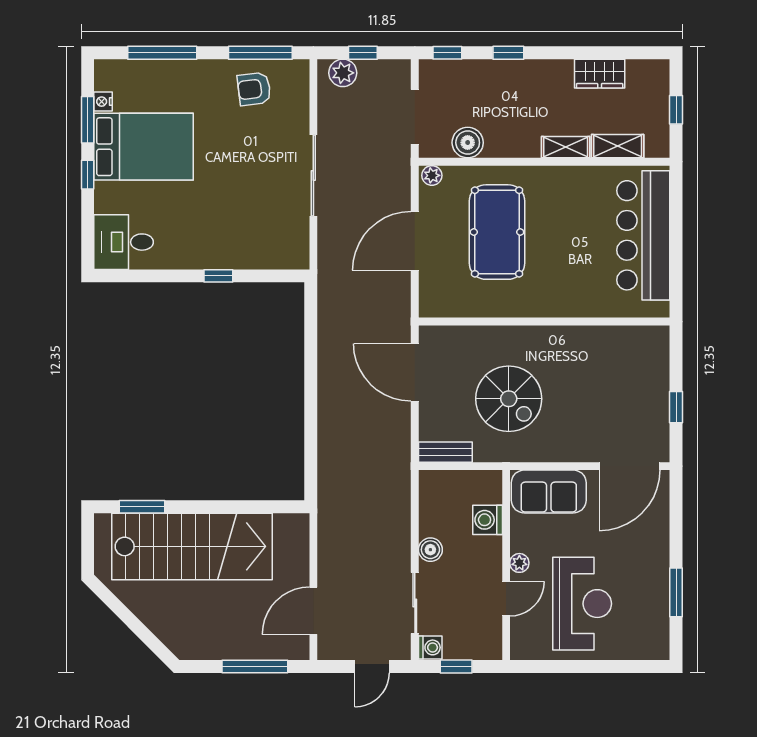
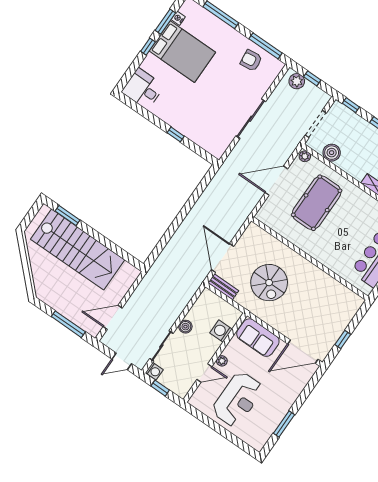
door: (415, 372) -> (223, 258), moved

